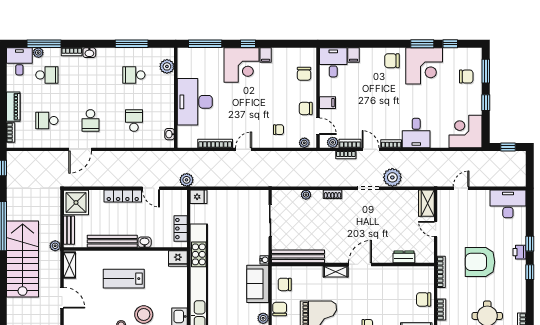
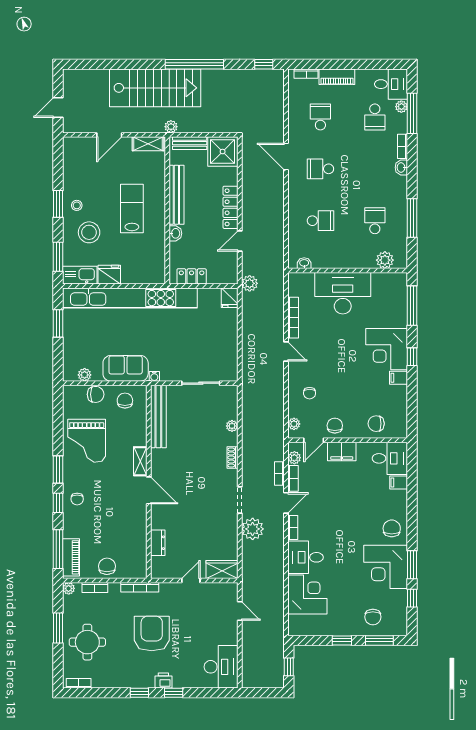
filing cabinet: (327, 103) -> (342, 451), width x2.00
corner desk: (466, 132) -> (307, 594), moved
fridge: (178, 258) -> (109, 275), moved, turned 90

